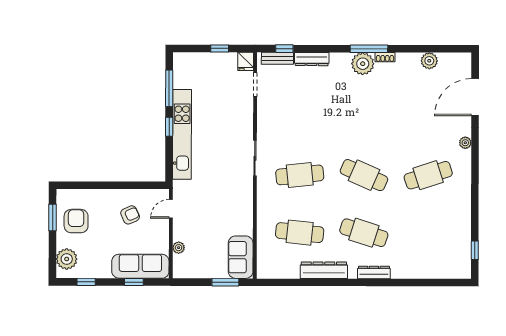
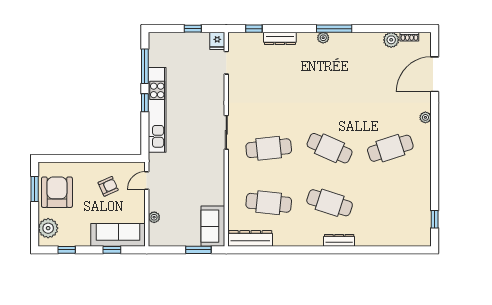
shoe rack: (385, 57) -> (409, 37), moved
bench: (277, 58) -> (247, 38), removed
plant: (363, 64) -> (323, 38), width x0.53, depth x0.53
armchair: (76, 221) -> (57, 192), width x1.36, depth x1.36
dresser: (324, 270) -> (250, 238), moved

